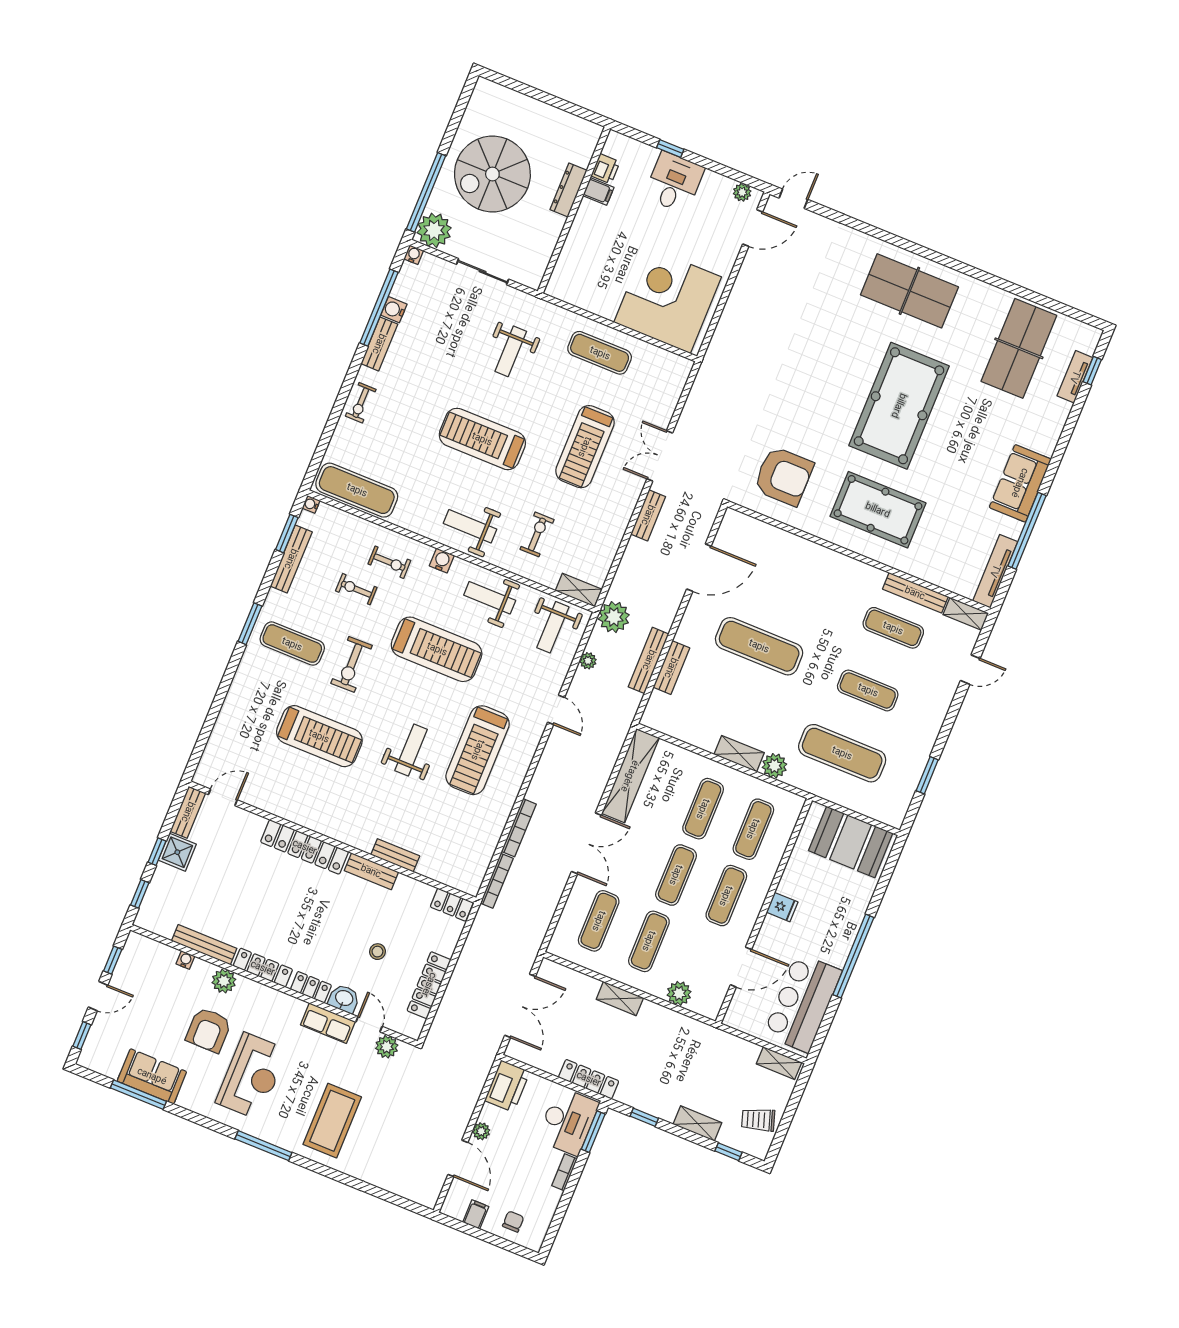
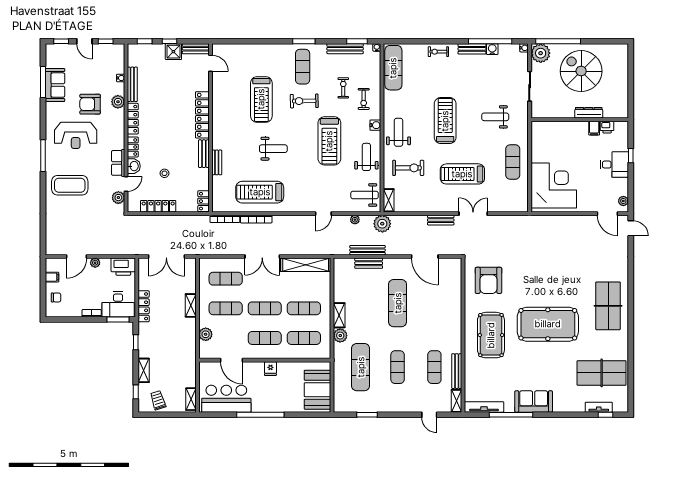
exercise bike: (537, 534) -> (408, 168), width x1.38, depth x1.39
treadmill: (478, 750) -> (260, 192), moved

